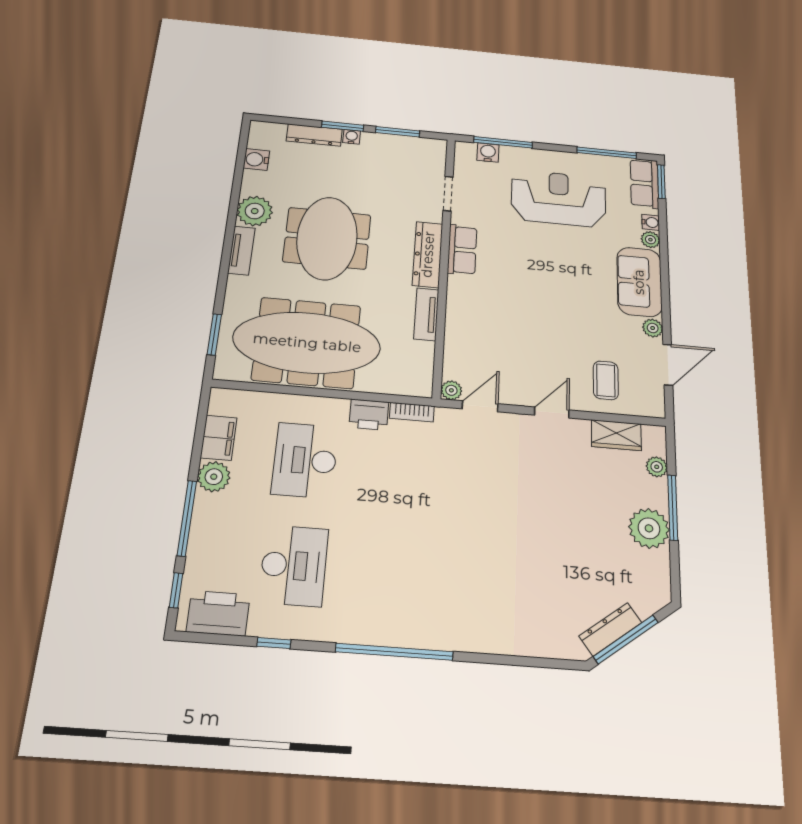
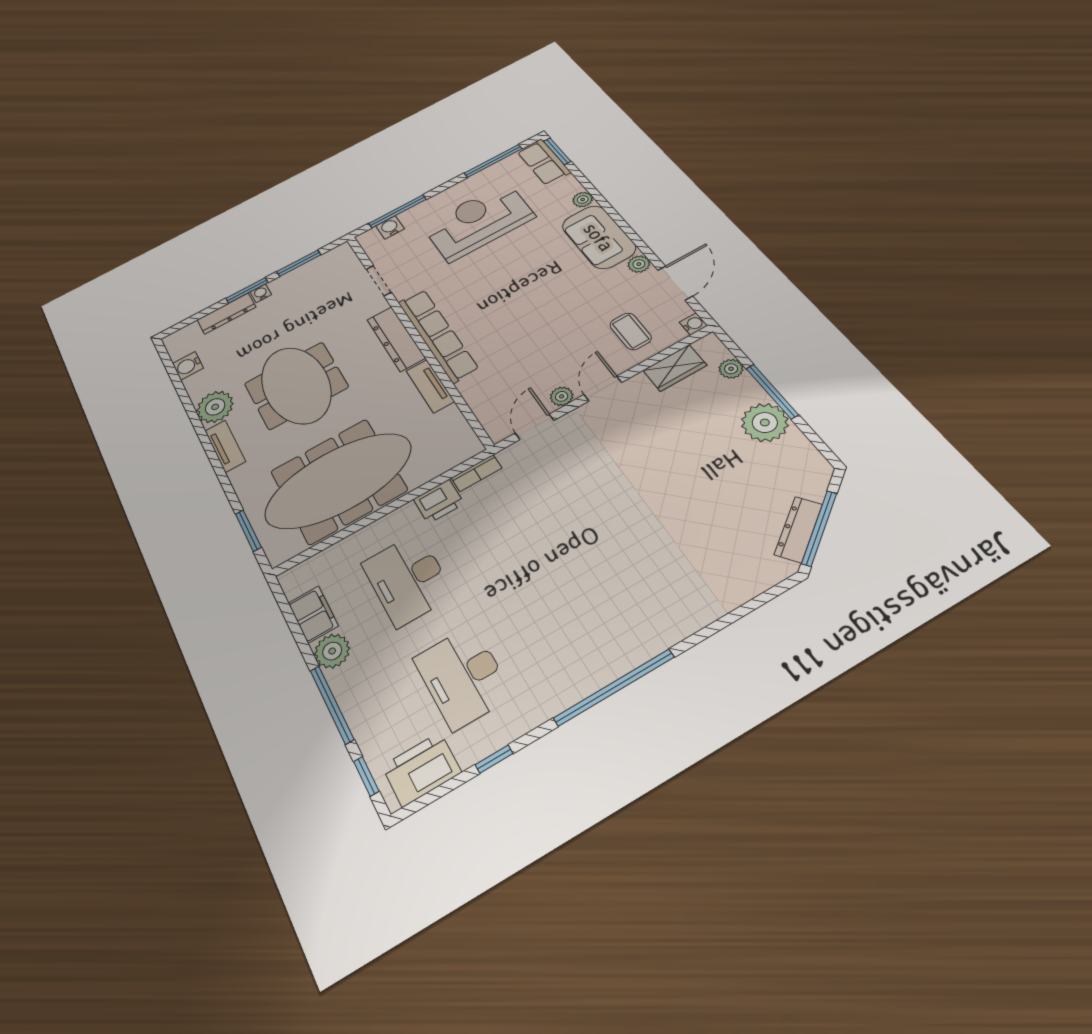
water cooler: (651, 222) -> (693, 324), moved
row of seats: (462, 250) -> (438, 335), width x2.02
plant: (451, 390) -> (562, 396), moved
desk: (294, 565) -> (463, 677), turned 180

